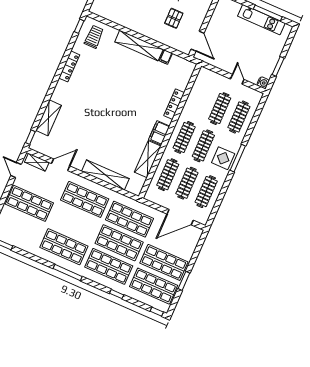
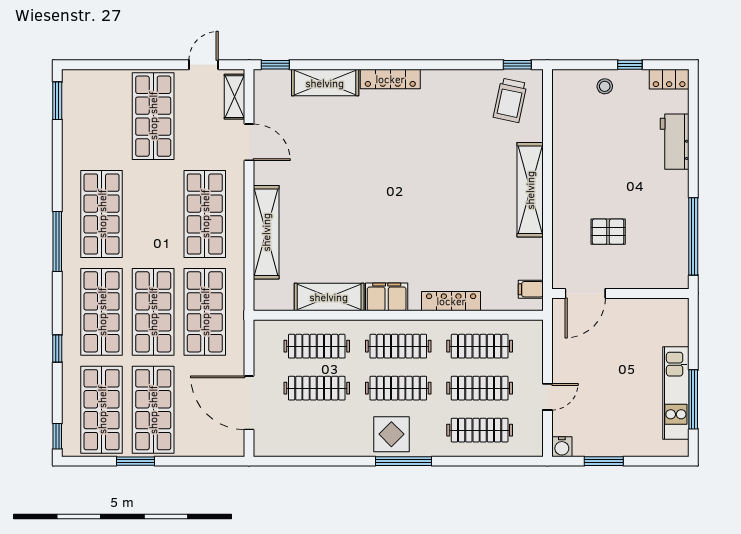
trolley: (94, 37) -> (510, 100), turned 102
filing cabinet: (166, 57) -> (531, 289), moved
locker: (69, 66) -> (390, 79), moved
clothes rail: (206, 192) -> (480, 346), moved

